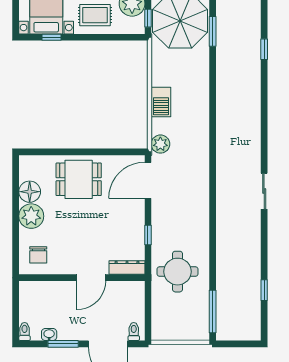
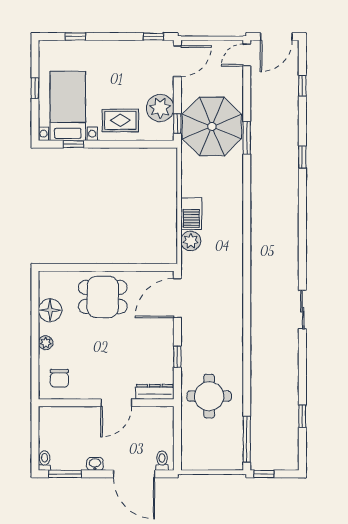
plant: (160, 144) -> (191, 241), moved
plant: (31, 216) -> (46, 343), width x0.53, depth x0.53
washbasin: (49, 335) -> (95, 464), moved
window: (63, 344) -> (65, 474), moved
window: (229, 344) -> (264, 474), added

